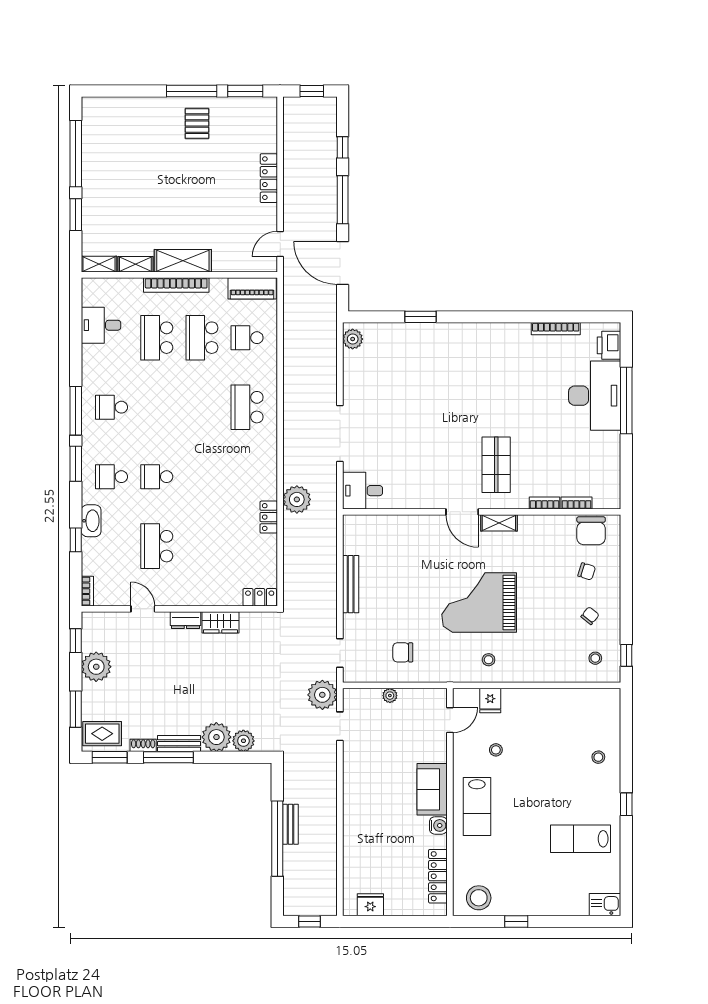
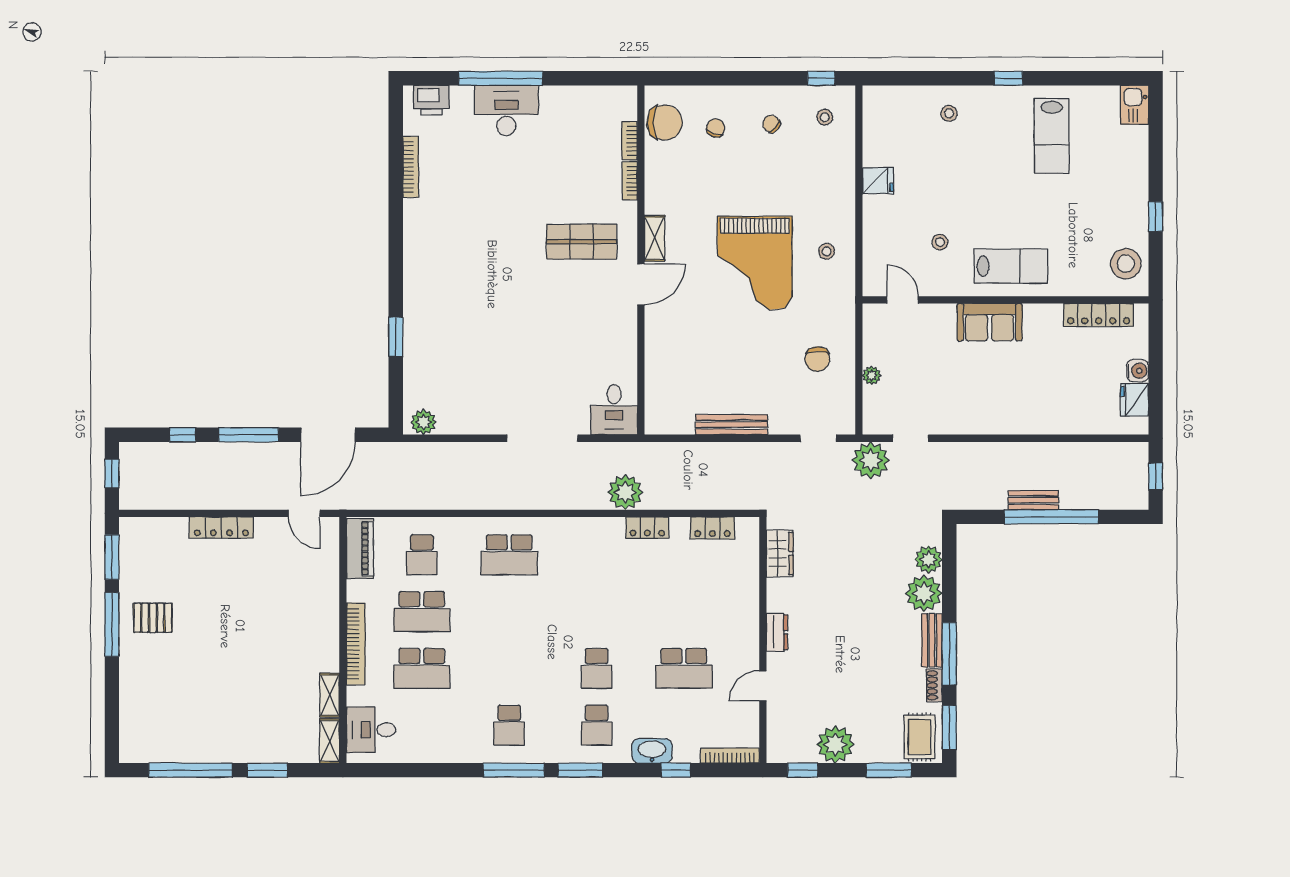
shelving: (183, 261) -> (325, 636), removed
desk: (101, 325) -> (371, 730), moved, turned 90
desk: (595, 396) -> (506, 110), width x0.73, depth x0.77
bookcase: (87, 591) -> (730, 756), width x1.56
locker: (260, 597) -> (712, 528), moved, turned -90
wardrobe: (220, 622) -> (780, 553), moved
fridge: (490, 701) -> (878, 181), moved
water cooler: (438, 825) -> (1138, 371), moved, turned 90

